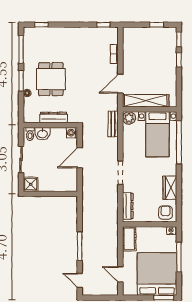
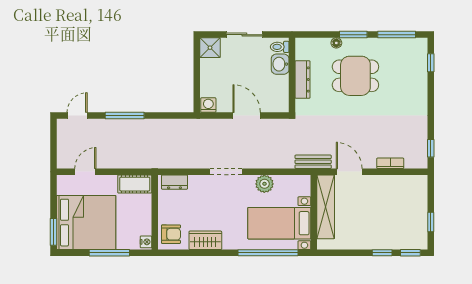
plant: (129, 118) -> (264, 184), moved
bench: (113, 124) -> (313, 162), moved
washing machine: (72, 133) -> (208, 105), moved
dresser: (128, 206) -> (174, 182), width x0.70

